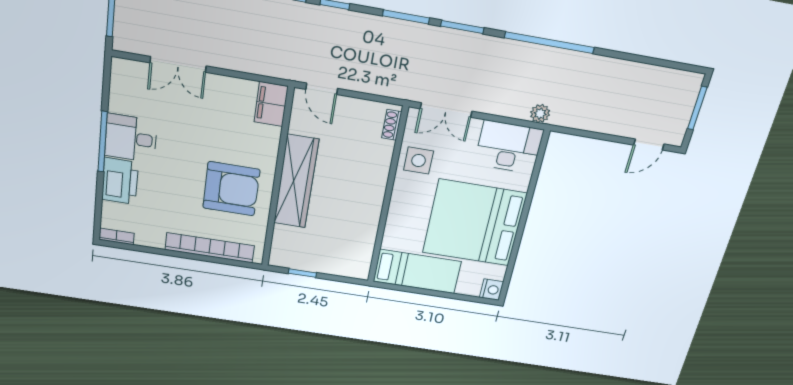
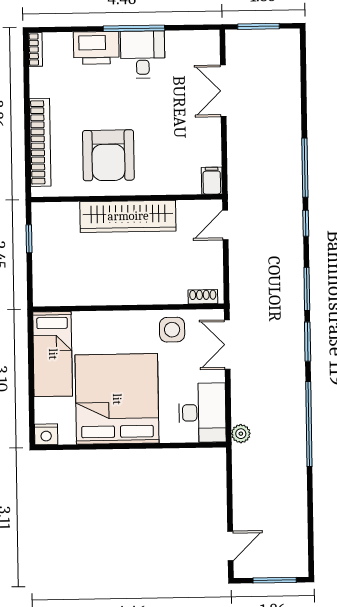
filing cabinet: (271, 104) -> (212, 181), width x0.50
door: (649, 145) -> (230, 546), swing flipped

